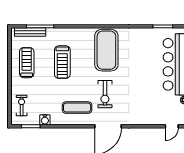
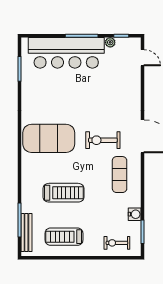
exercise bike: (105, 94) -> (103, 140), turned 180

